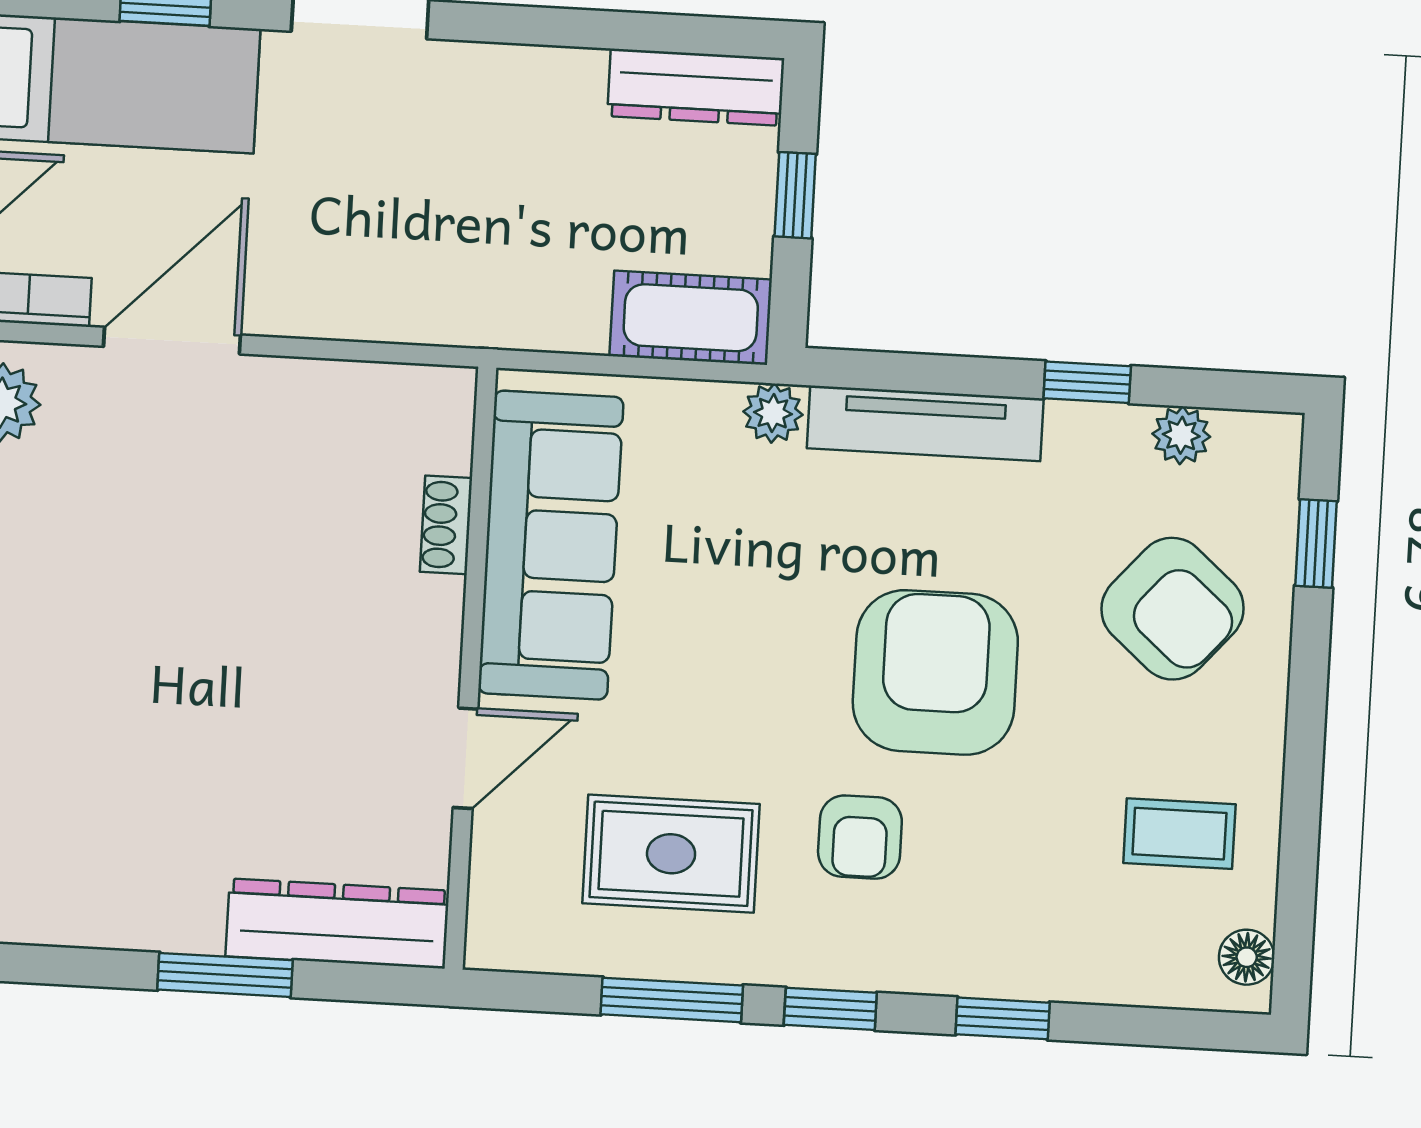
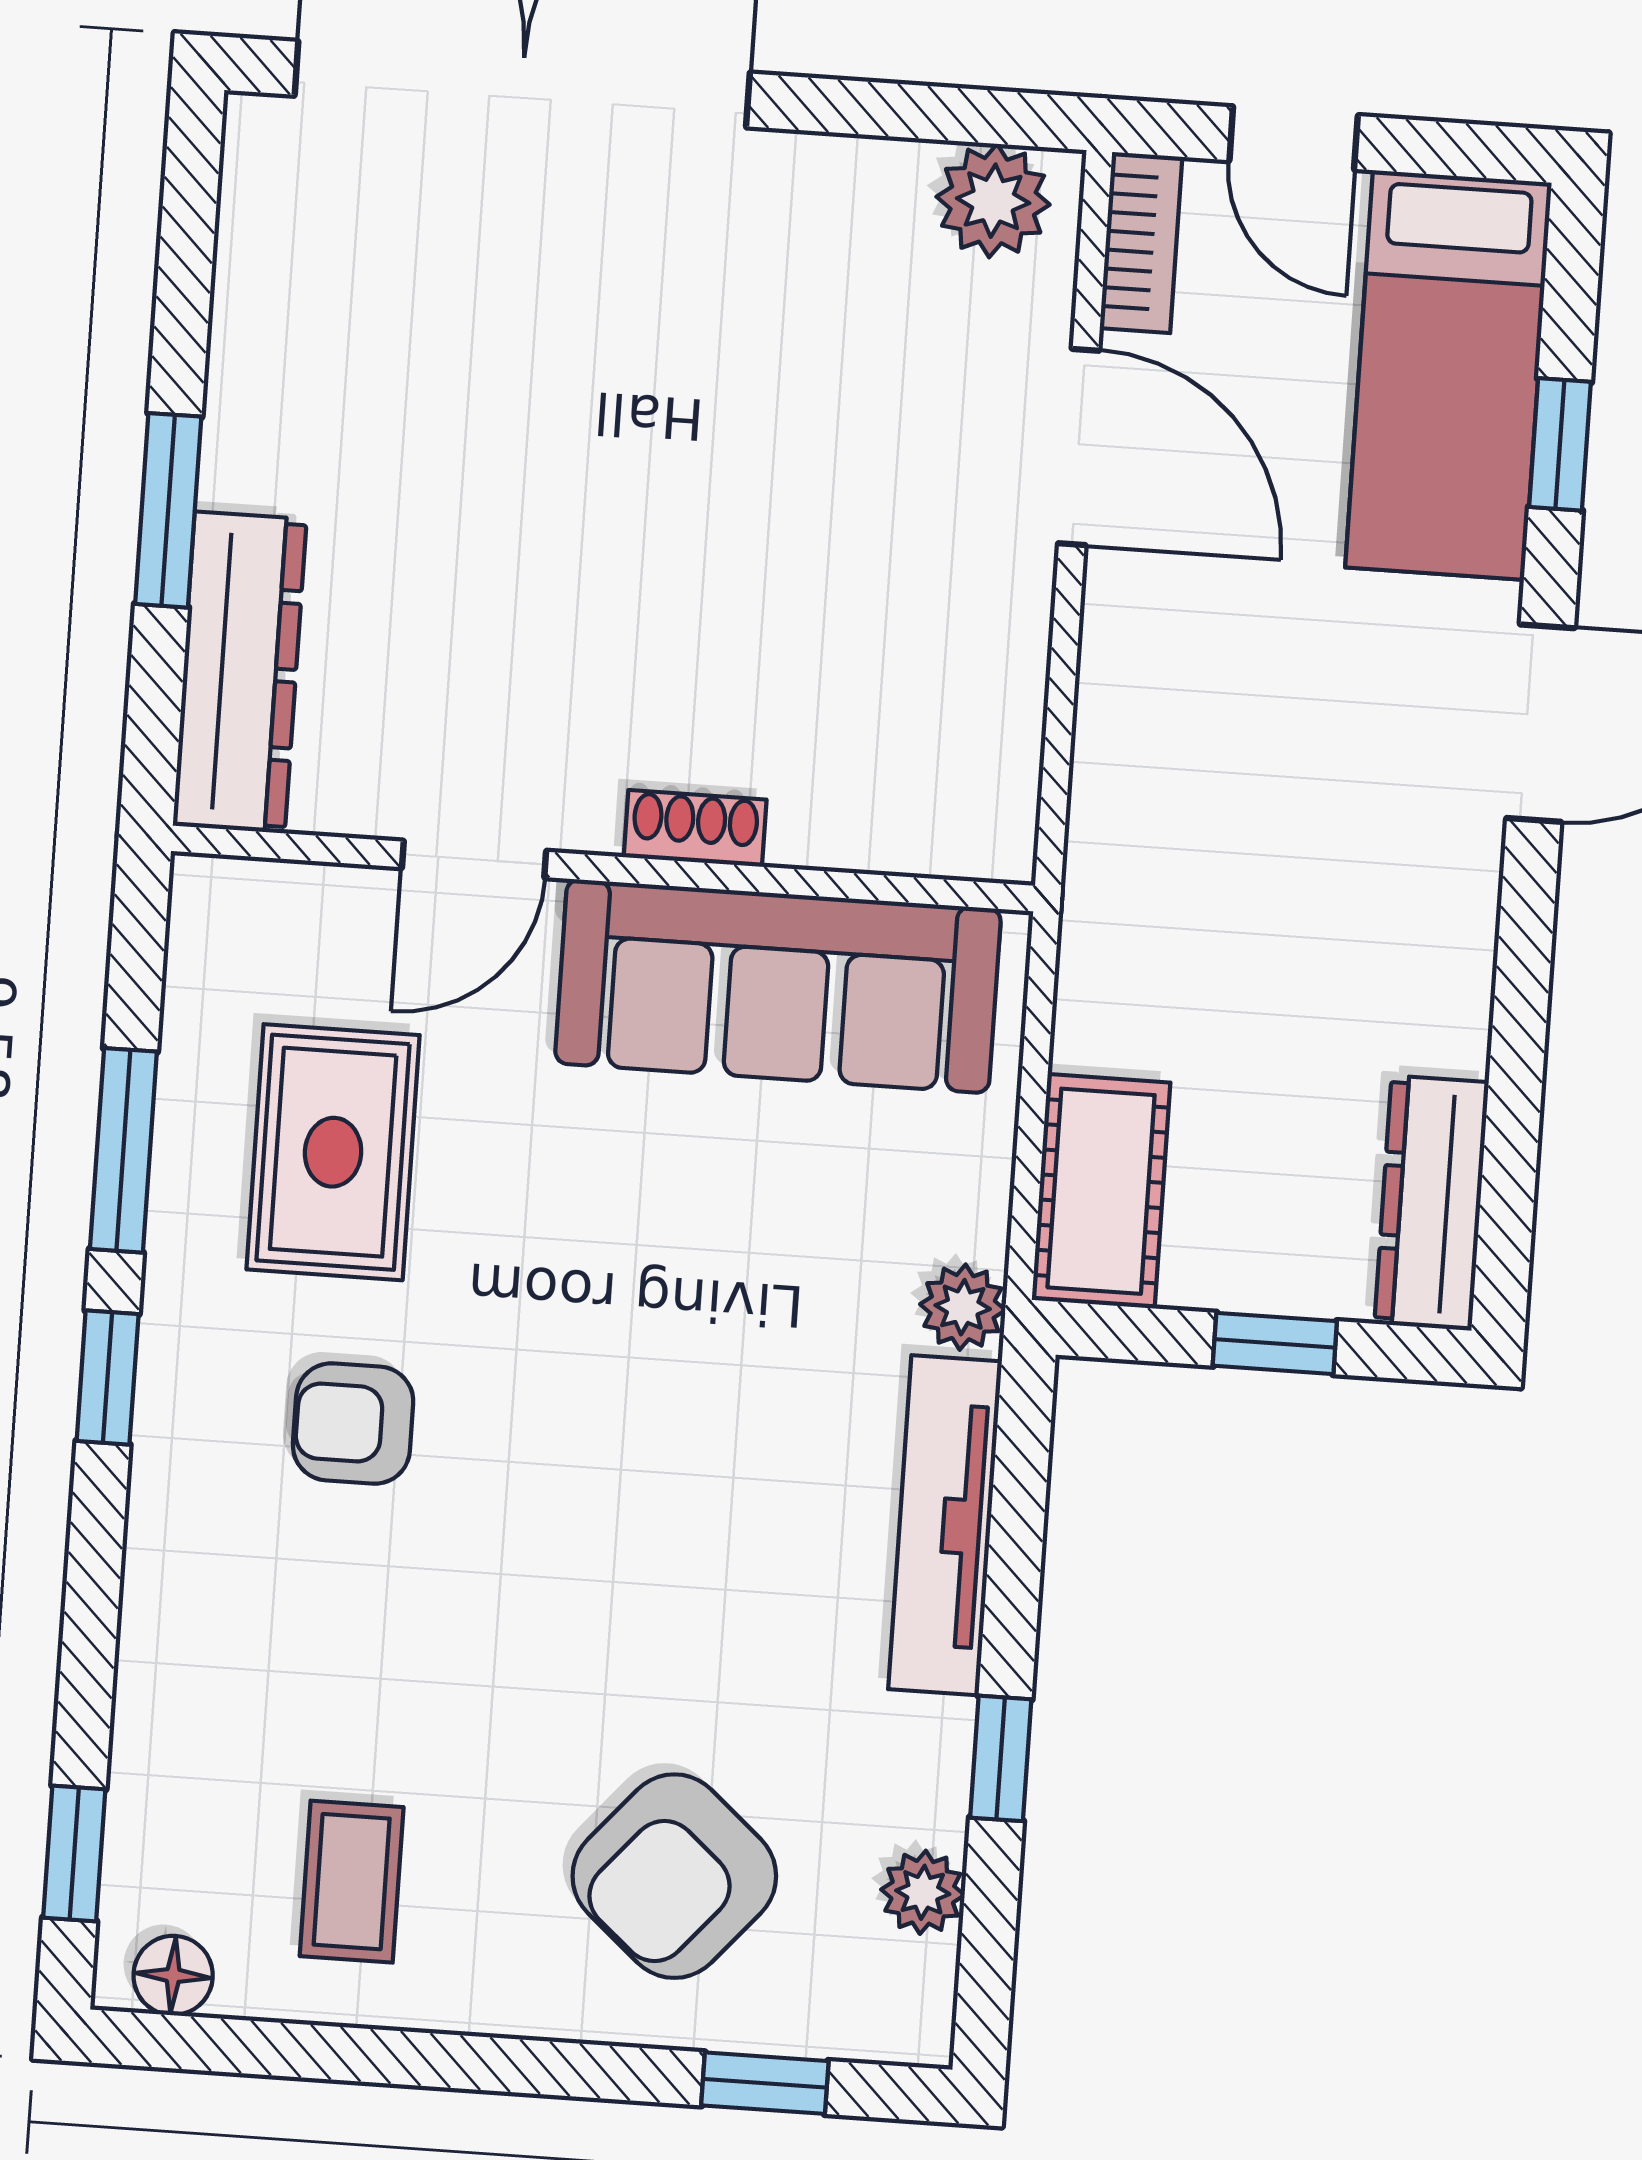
shoe rack: (446, 525) -> (695, 828), moved
armchair: (935, 672) -> (588, 1535), removed
door: (465, 758) -> (474, 859), hinge flipped
window: (1003, 1018) -> (74, 1853), moved

